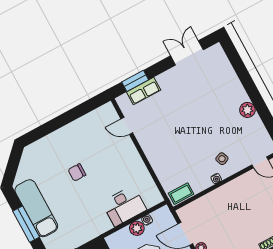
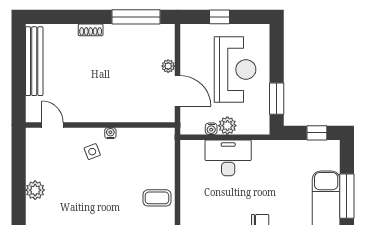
coffee table: (181, 194) -> (157, 198), moved

